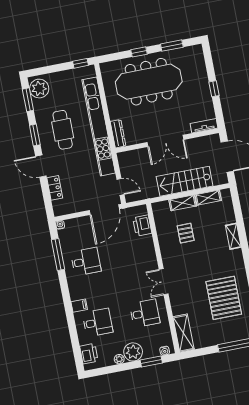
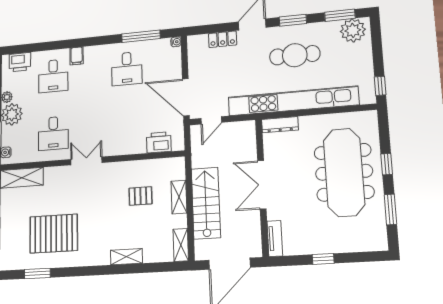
shelving: (208, 198) -> (181, 245), moved

